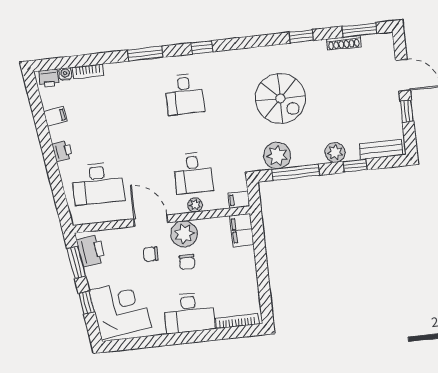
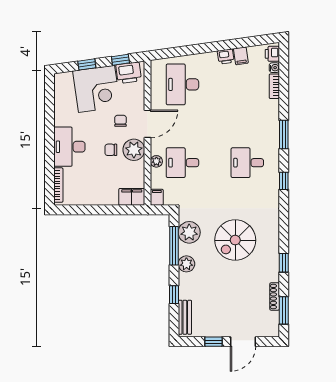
printer: (62, 151) -> (226, 56), moved
plant: (335, 152) -> (186, 264), moved
window: (76, 262) -> (120, 60), width x0.67
corner desk: (120, 309) -> (96, 89), moved

